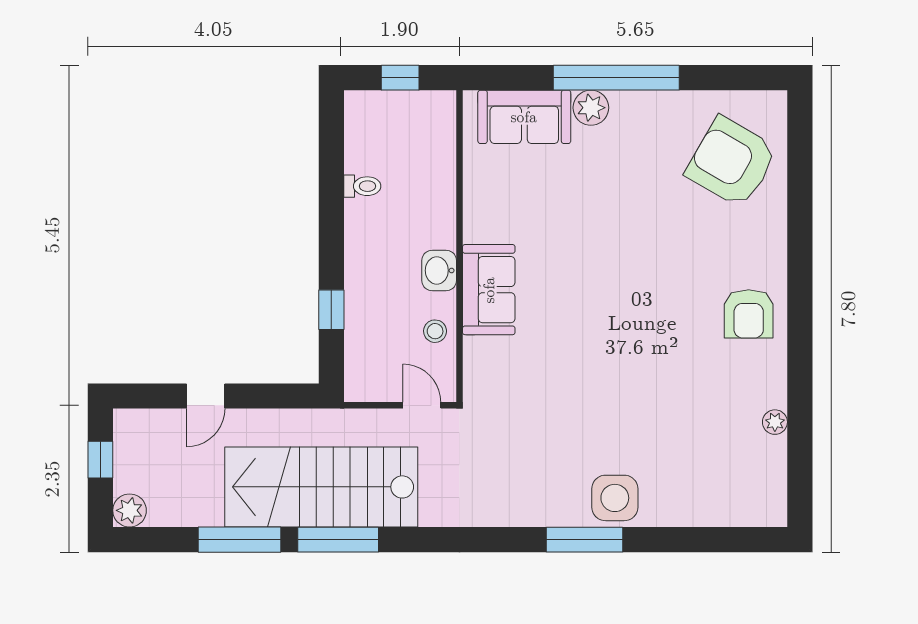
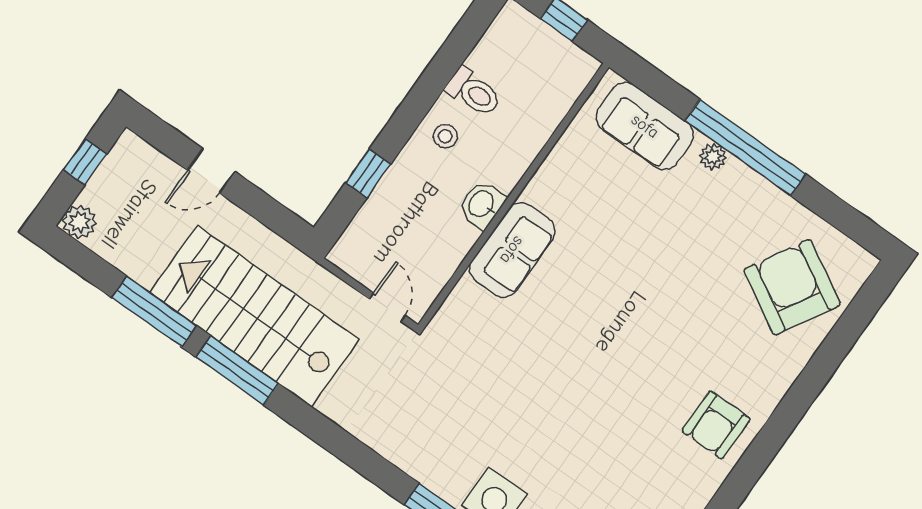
plant: (591, 108) -> (713, 157), width x0.73, depth x0.73
toilet: (362, 186) -> (474, 92), width x1.37, depth x1.39
stool: (435, 331) -> (445, 136), moved

